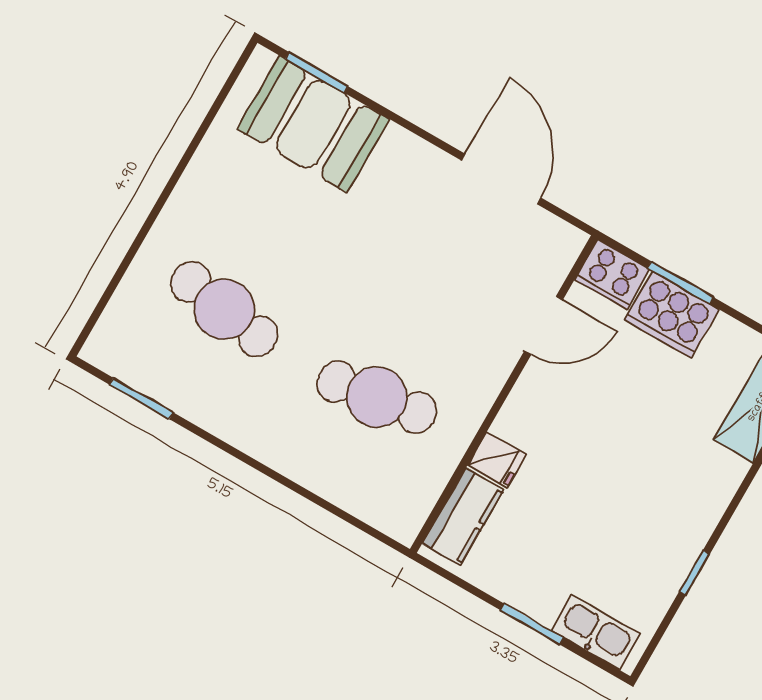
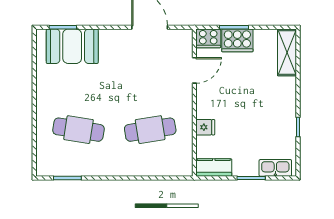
kitchen counter: (463, 517) -> (214, 167), moved, turned -90

